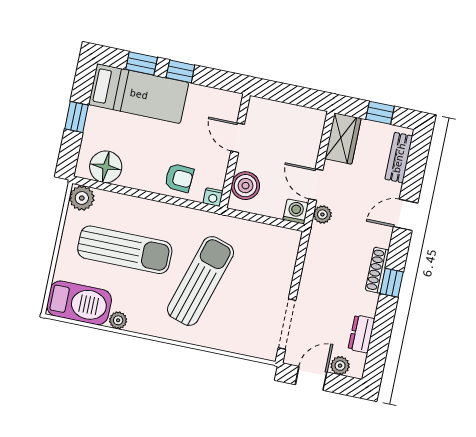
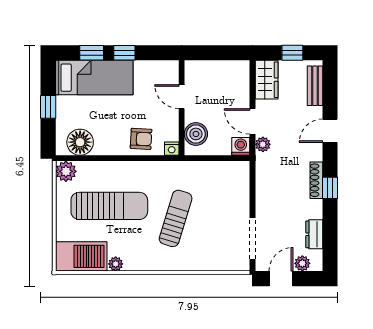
sun lounger: (200, 281) -> (176, 218), width x0.73, depth x0.75

